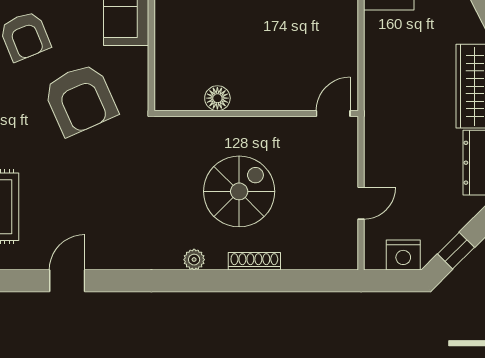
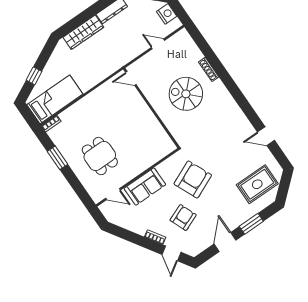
floor lamp: (217, 98) -> (156, 127), removed
plant: (194, 260) -> (224, 93), removed

